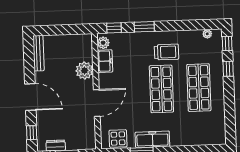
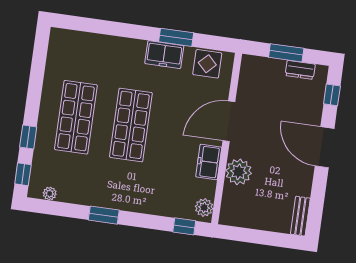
window: (144, 27) -> (104, 215), moved
trolley: (166, 52) -> (114, 178), removed
bench: (38, 53) -> (300, 216), width x0.73
freezer: (105, 61) -> (209, 162), moved
freezer: (152, 139) -> (164, 55), width x0.71

